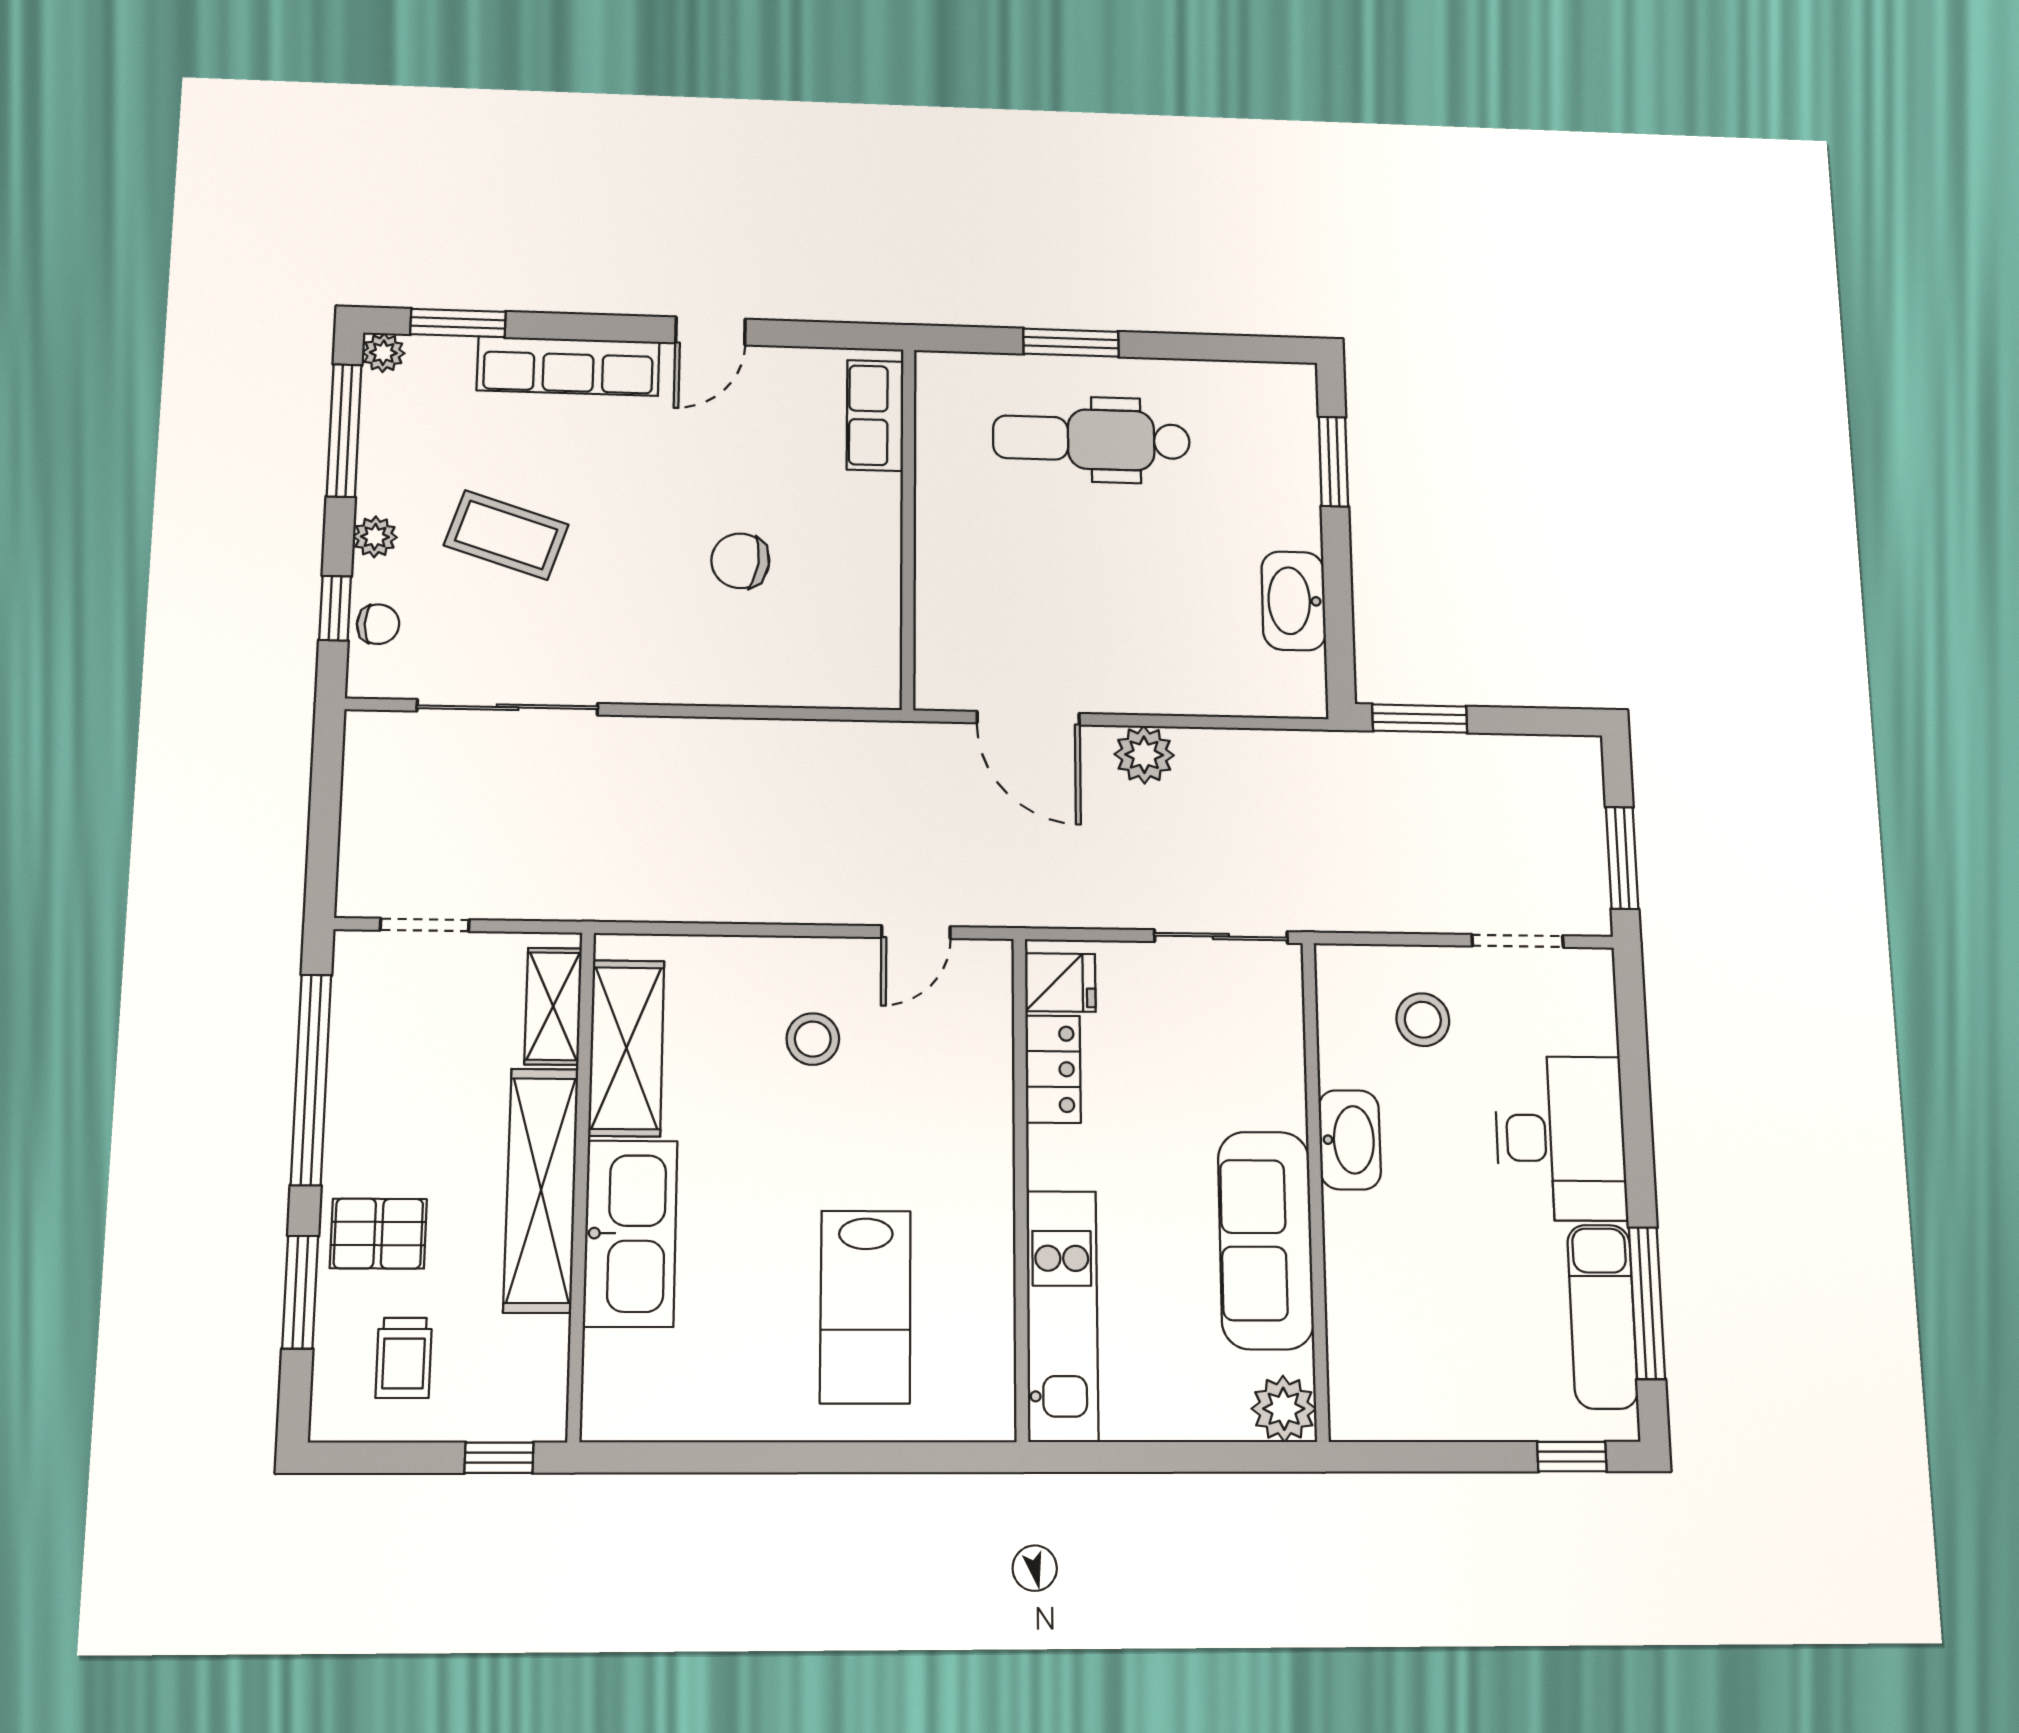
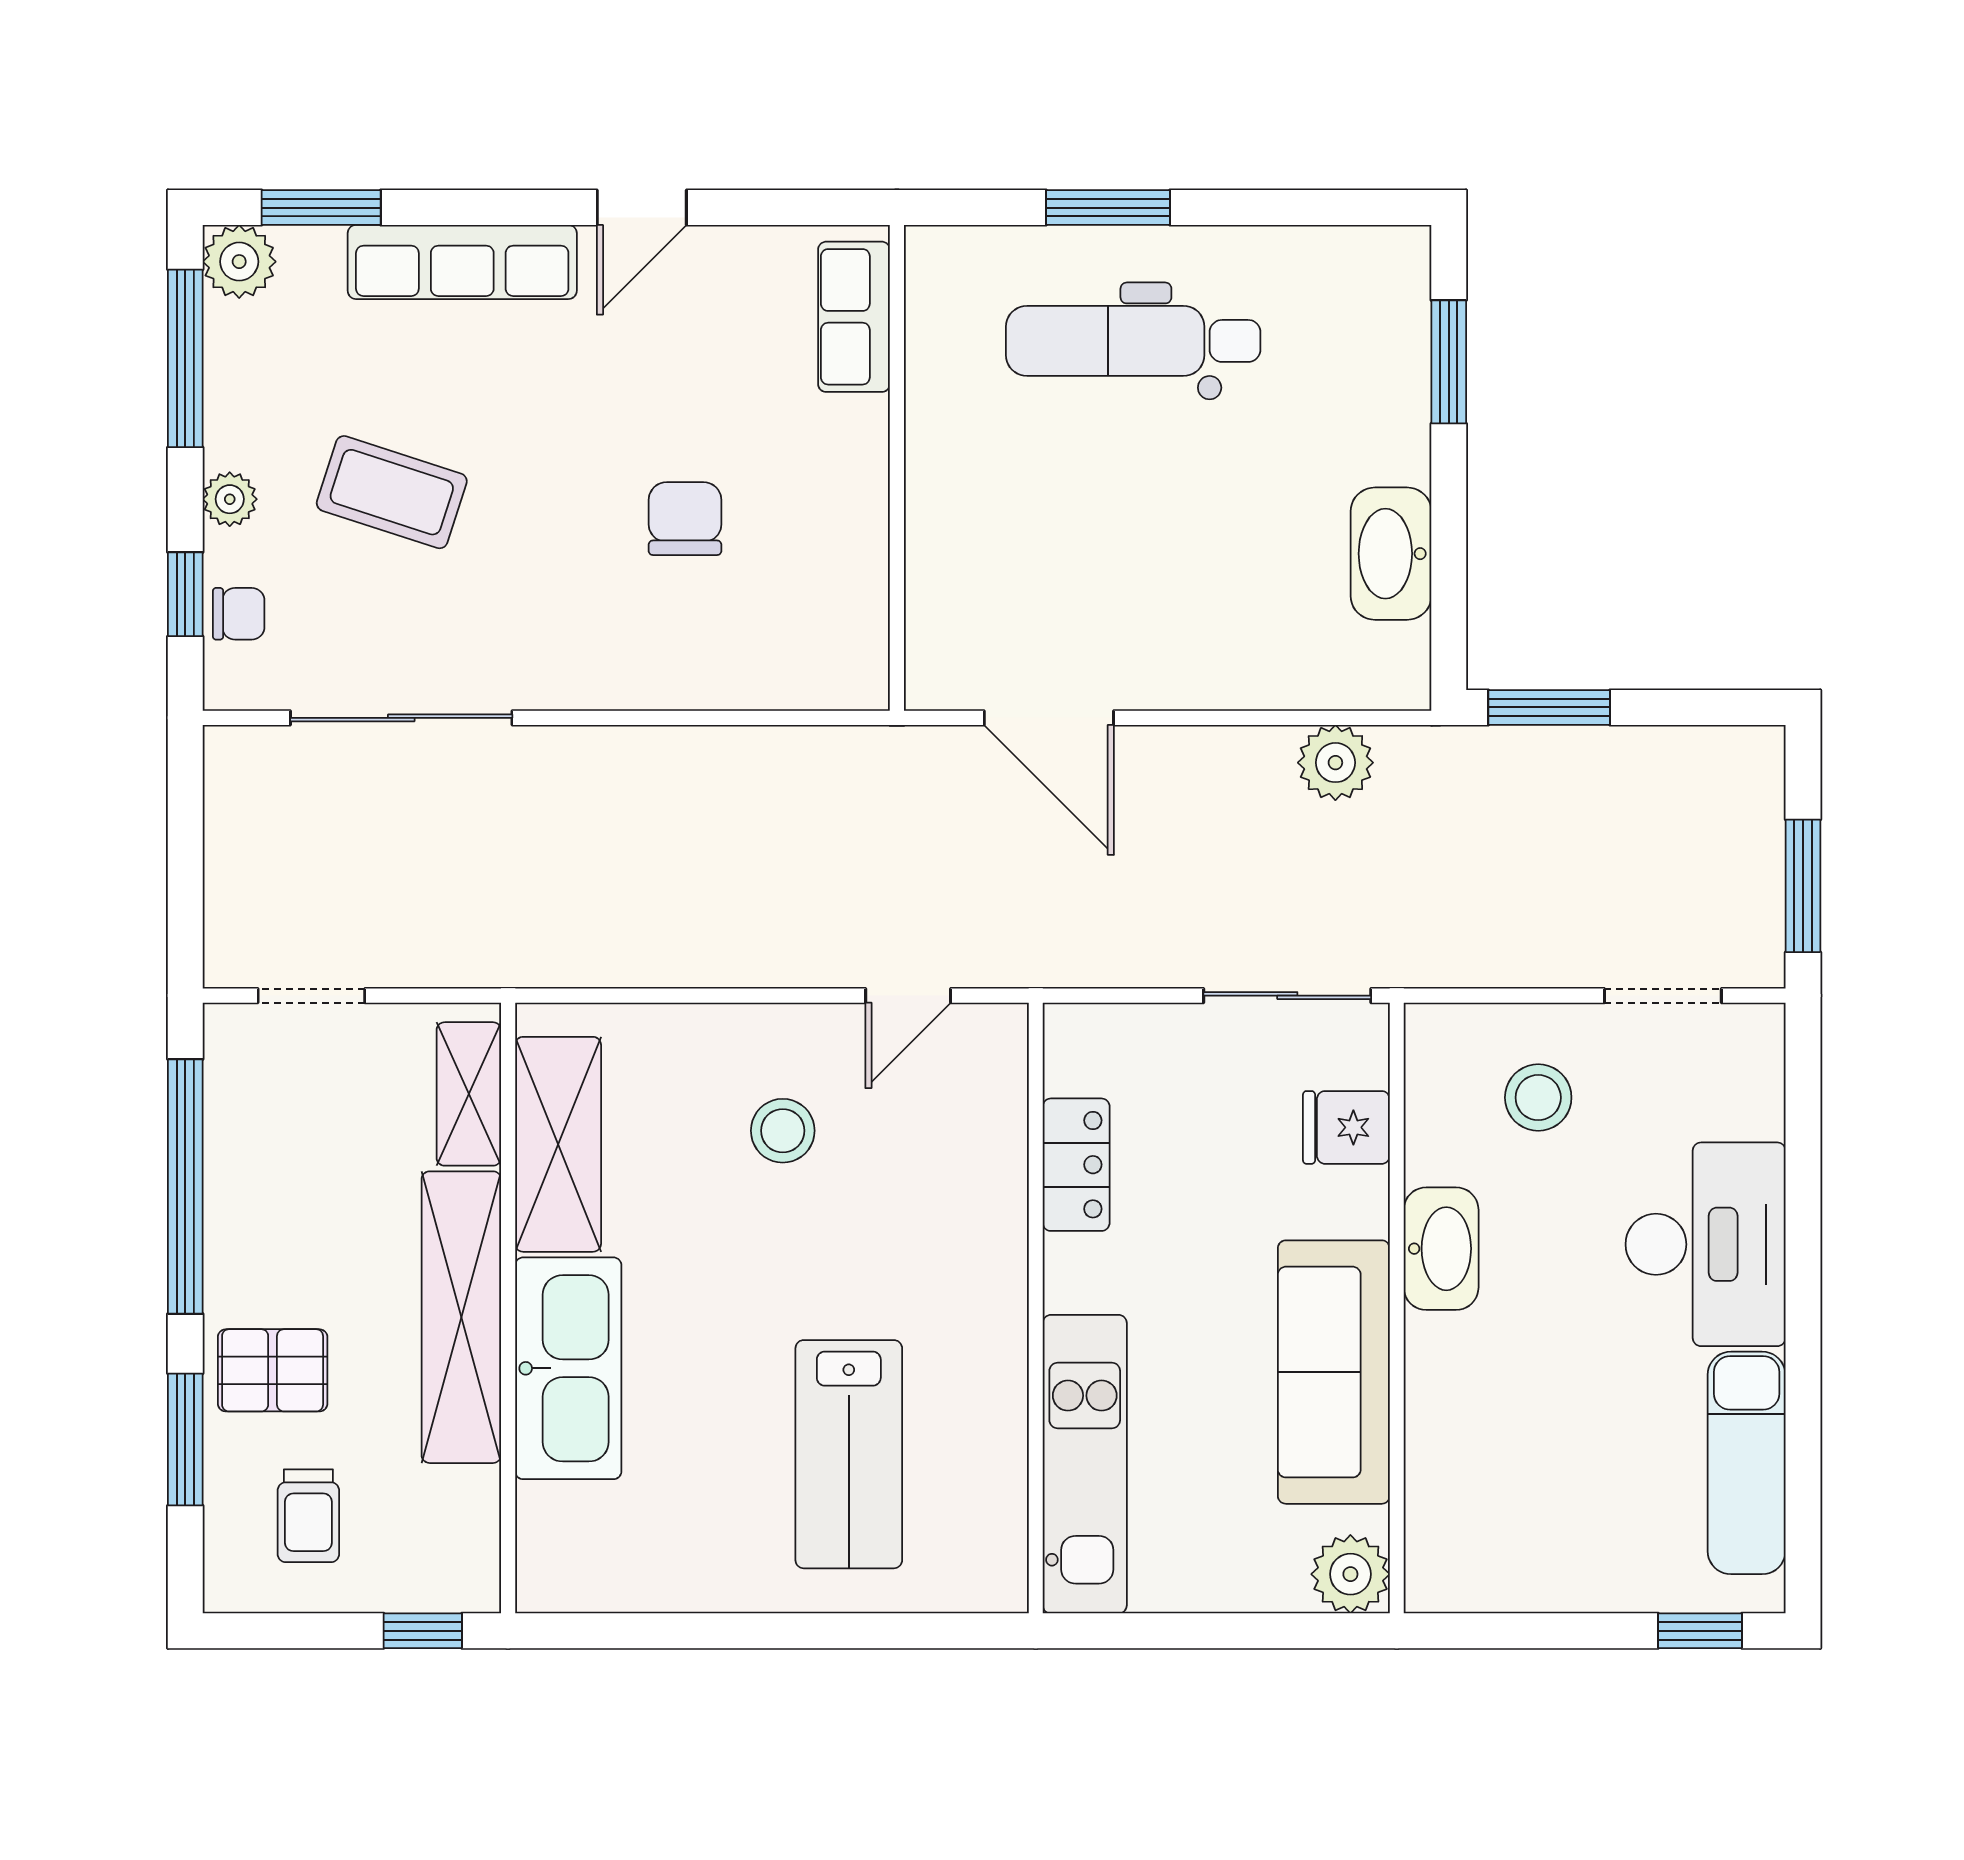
plant: (383, 353) -> (239, 262), width x1.38, depth x1.38
chair: (740, 561) -> (685, 519), turned 83
plant: (1144, 755) -> (1335, 763), moved
fridge: (1060, 982) -> (1346, 1127), moved, turned 180
window: (1647, 1303) -> (1803, 1447), removed

